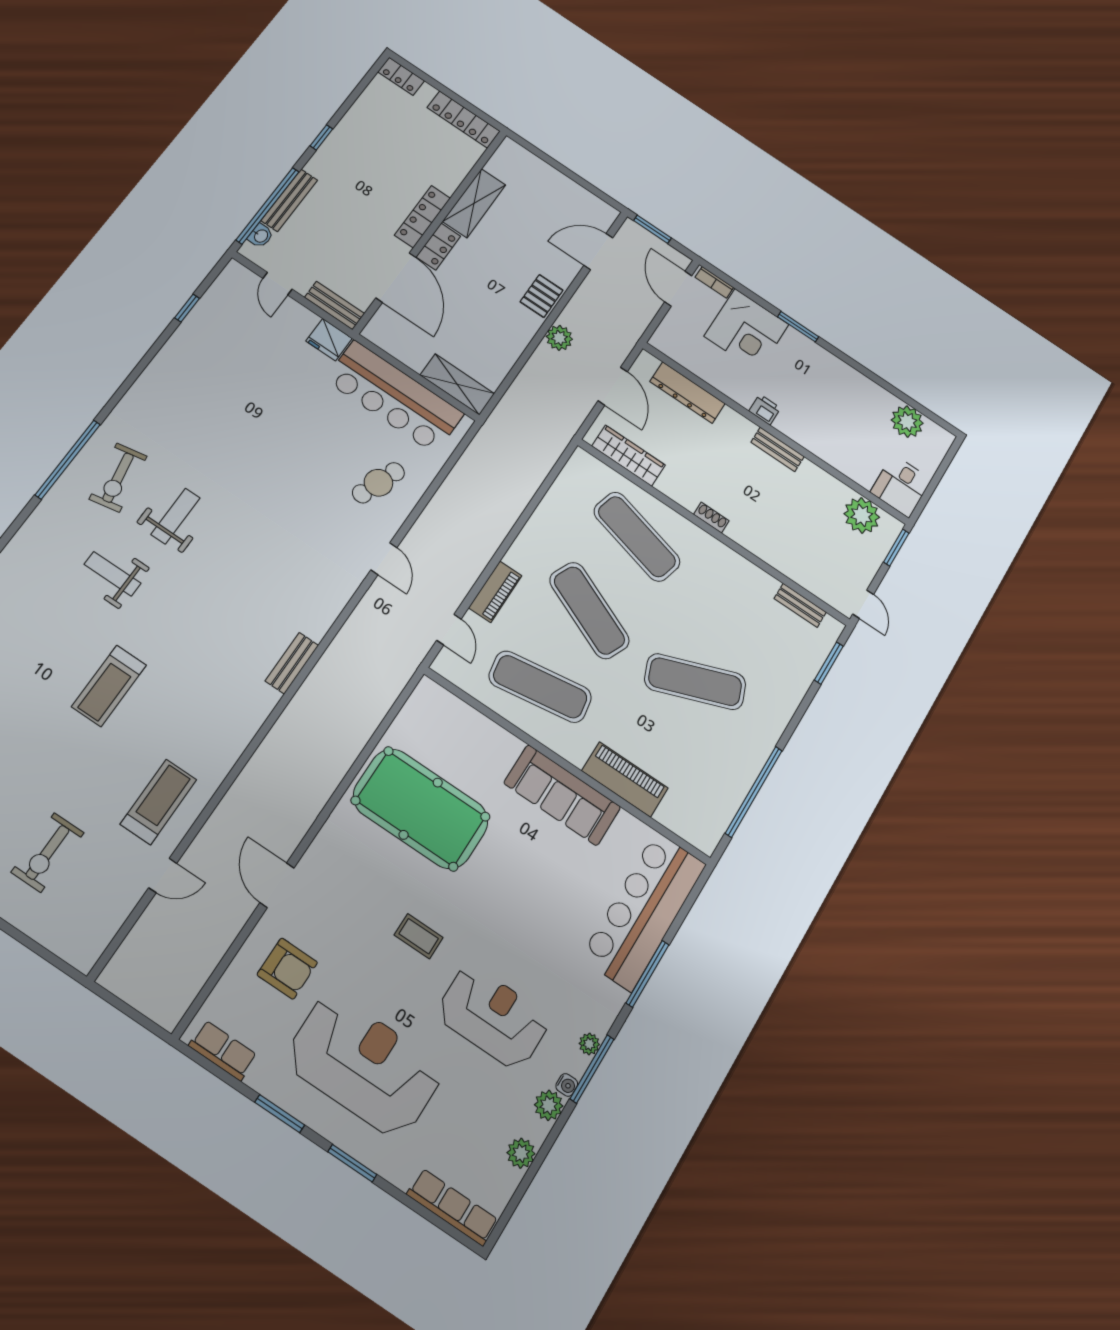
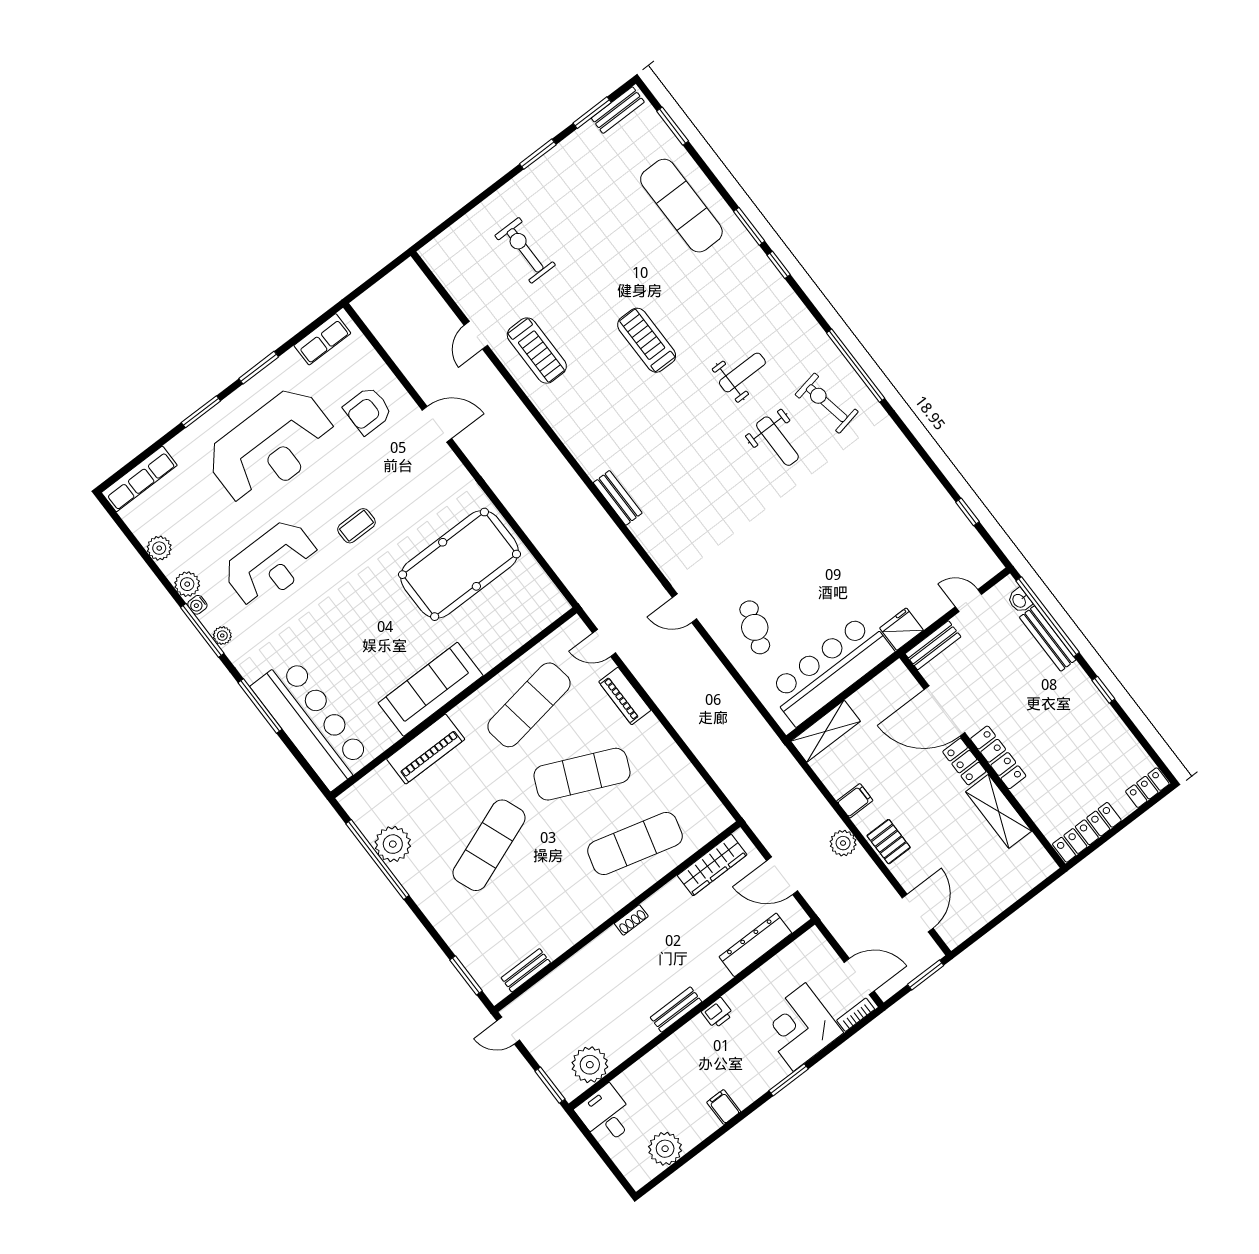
filing cabinet: (515, 338) -> (855, 801), added
filing cabinet: (847, 379) -> (724, 1107), added
plant: (732, 781) -> (393, 844), added

